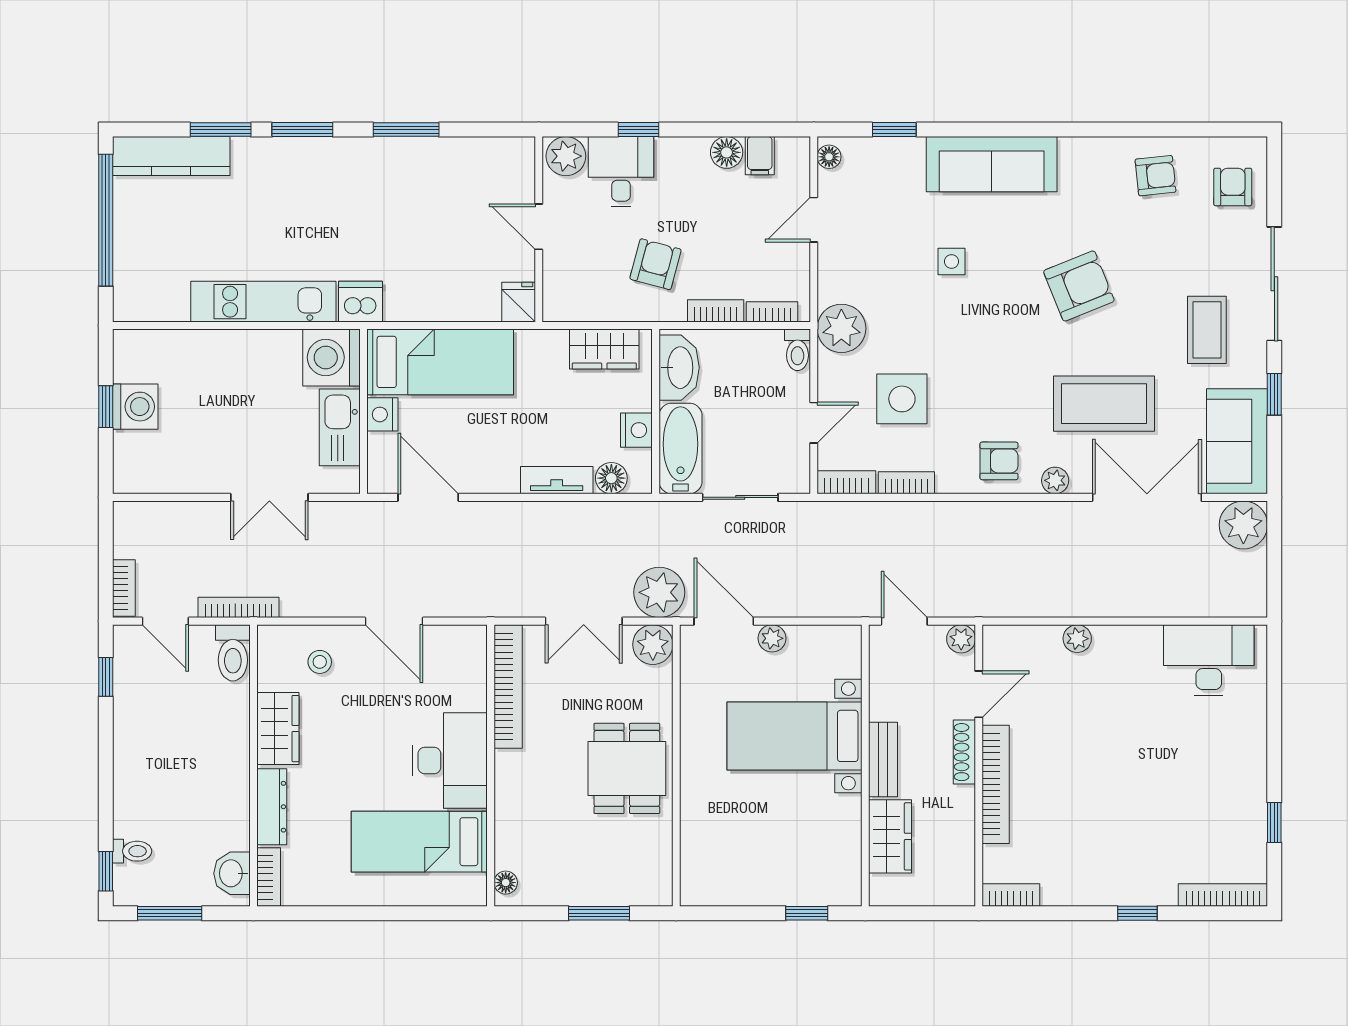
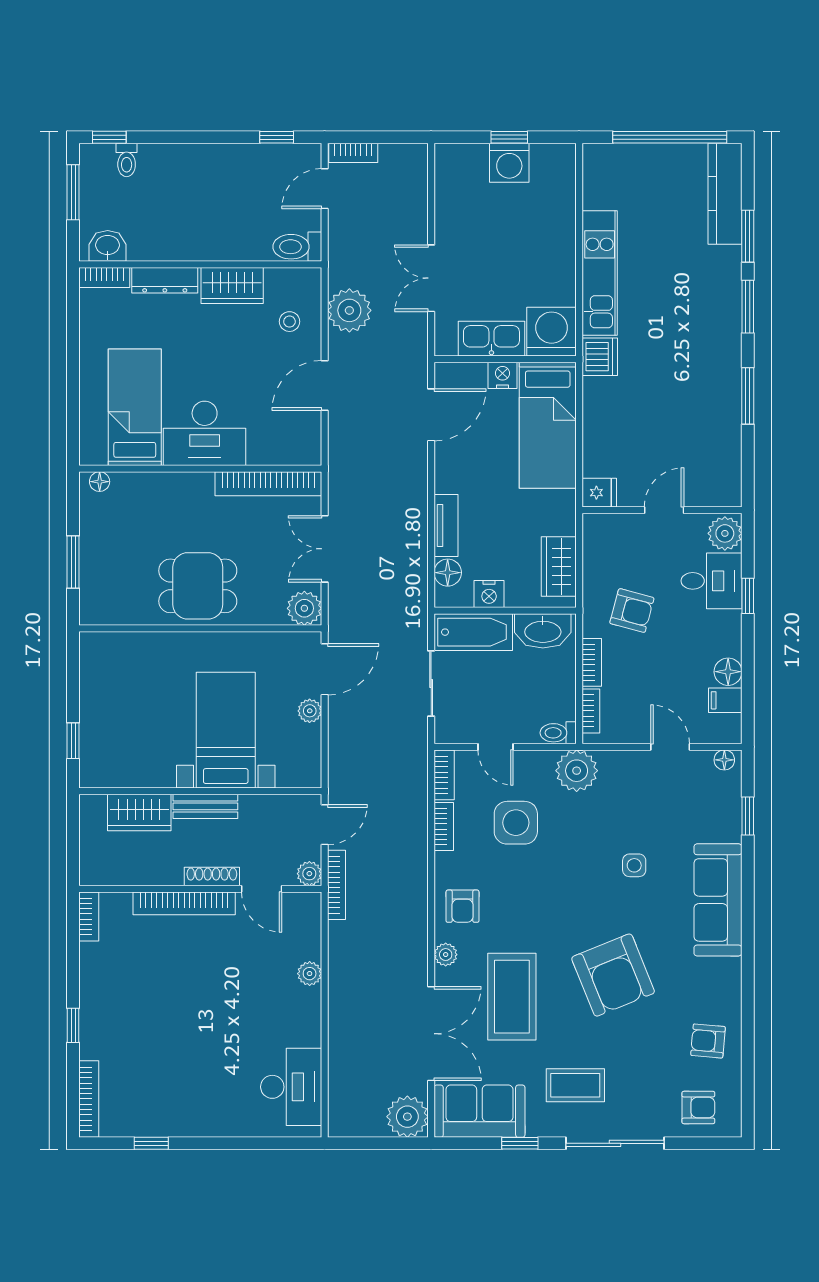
armchair: (1155, 176) -> (708, 1041), turned 101
armchair: (1079, 286) -> (613, 975), width x1.36, depth x1.36
plant: (659, 592) -> (349, 310), moved
bookcase: (238, 607) -> (336, 885), moved

